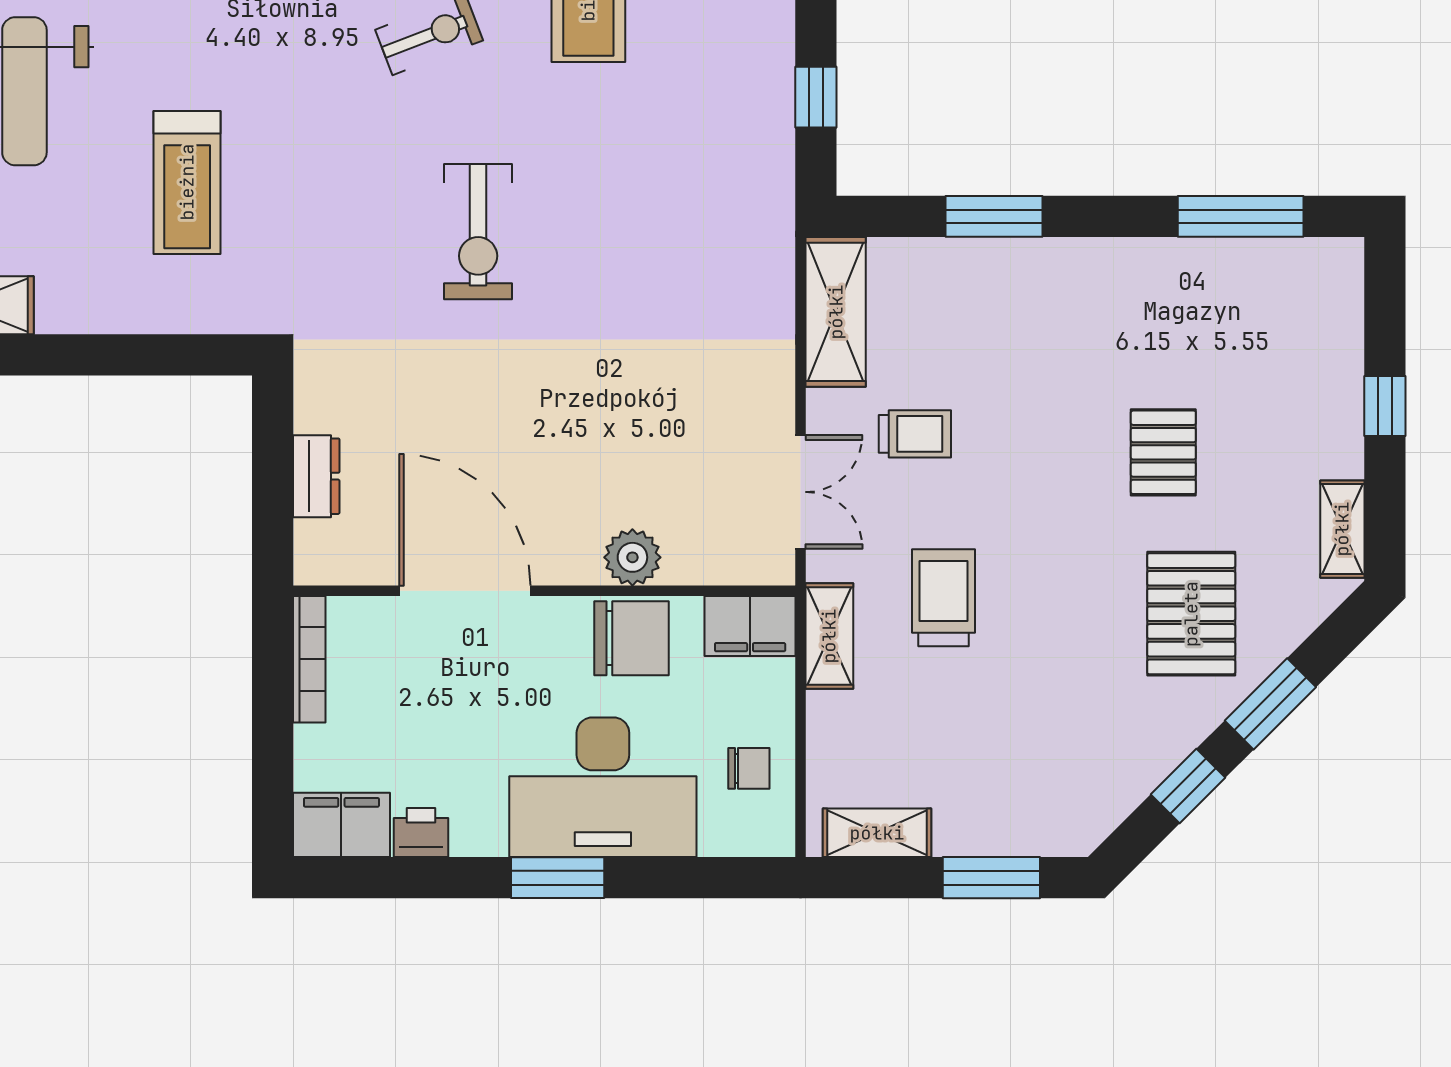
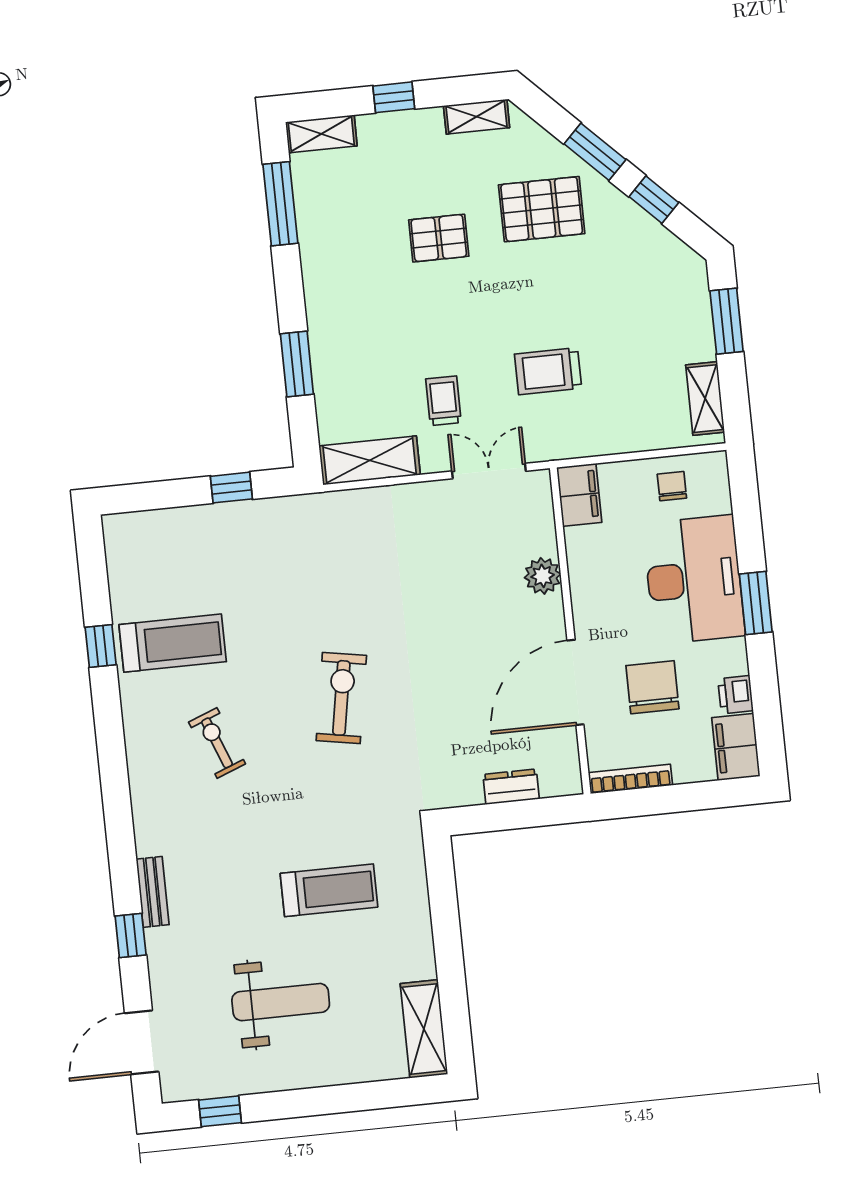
exercise bike: (478, 232) -> (341, 698), turned -80
shelving: (829, 636) -> (321, 134), moved
chair: (632, 638) -> (652, 687), moved

